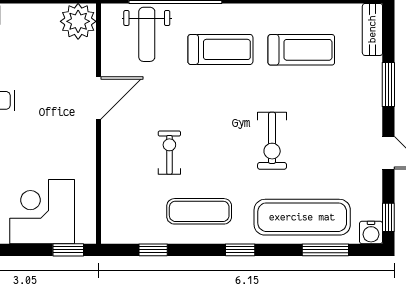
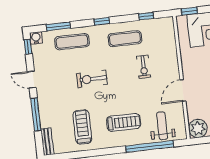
treadmill: (220, 49) -> (124, 122), turned 180
treadmill: (301, 50) -> (82, 127), turned 90
window: (388, 84) -> (36, 114), width x1.44
exercise bike: (272, 141) -> (92, 79), turned -90
exercise mat: (302, 217) -> (72, 42), width x0.73, depth x0.69

